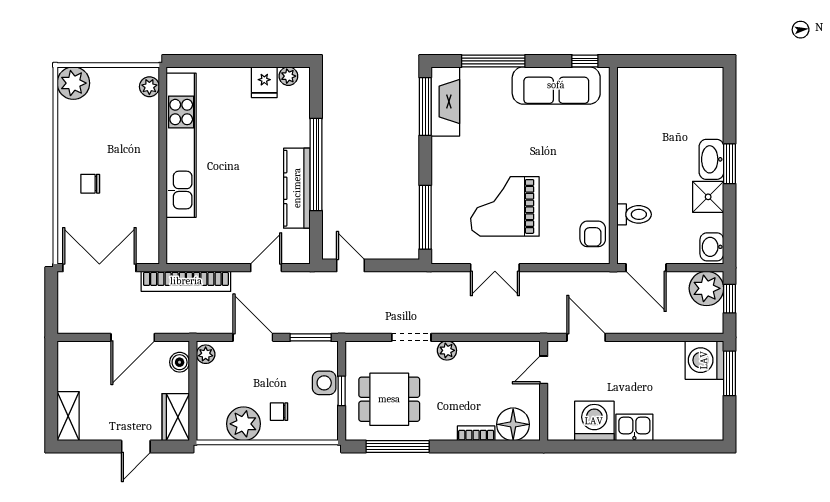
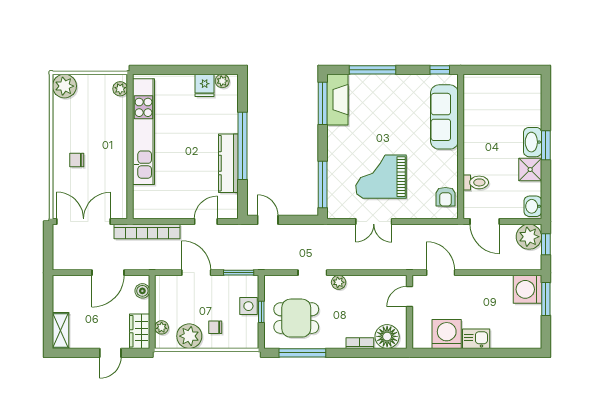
sofa: (556, 85) -> (444, 117), moved, turned 90
plant: (206, 354) -> (162, 327), moved

